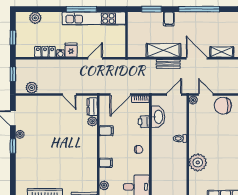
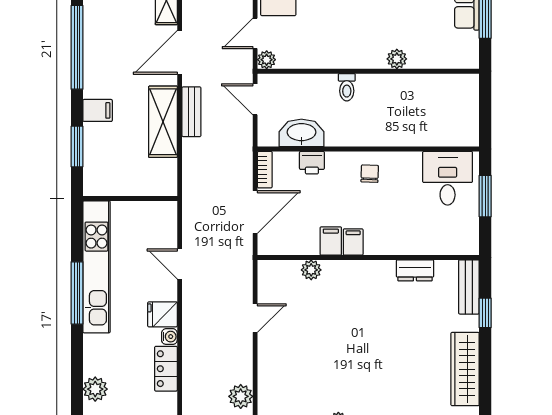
door: (120, 95) -> (255, 212), hinge flipped
dresser: (92, 107) -> (415, 270), moved
plant: (198, 162) -> (397, 59), width x0.53, depth x0.53
filing cabinet: (106, 163) -> (353, 242), moved
plant: (104, 185) -> (445, 246), removed

